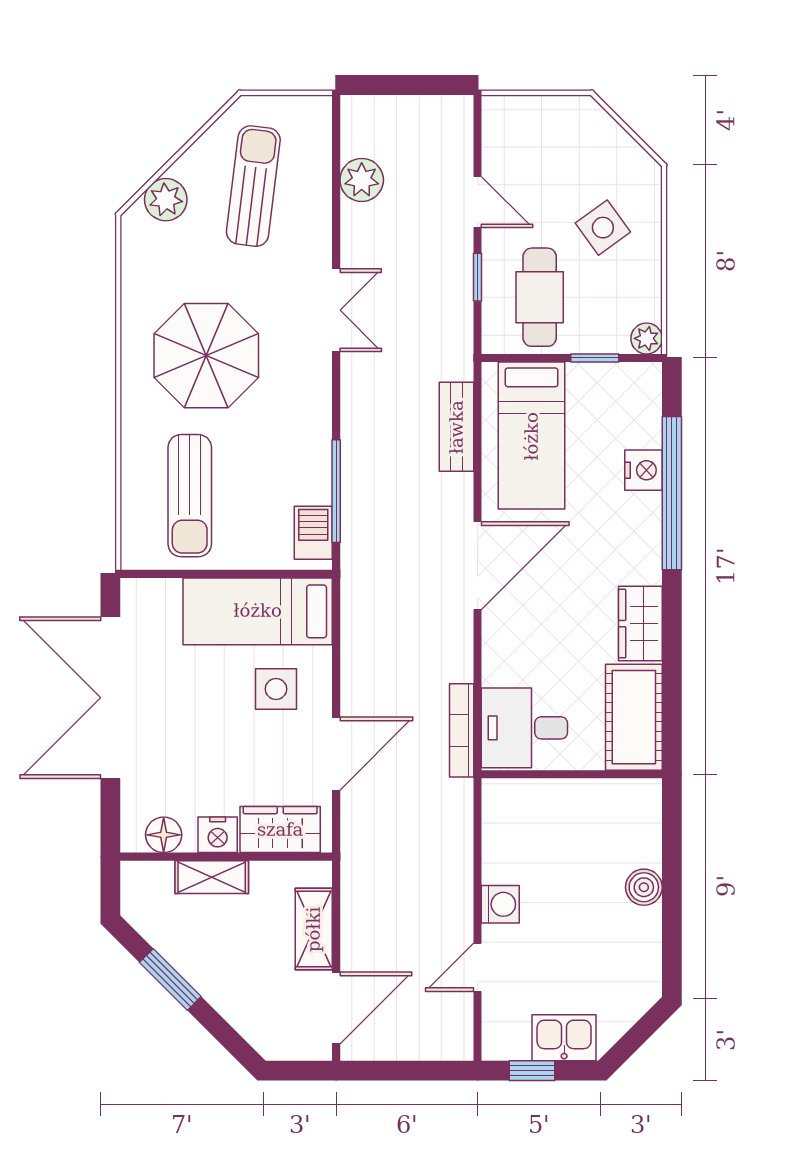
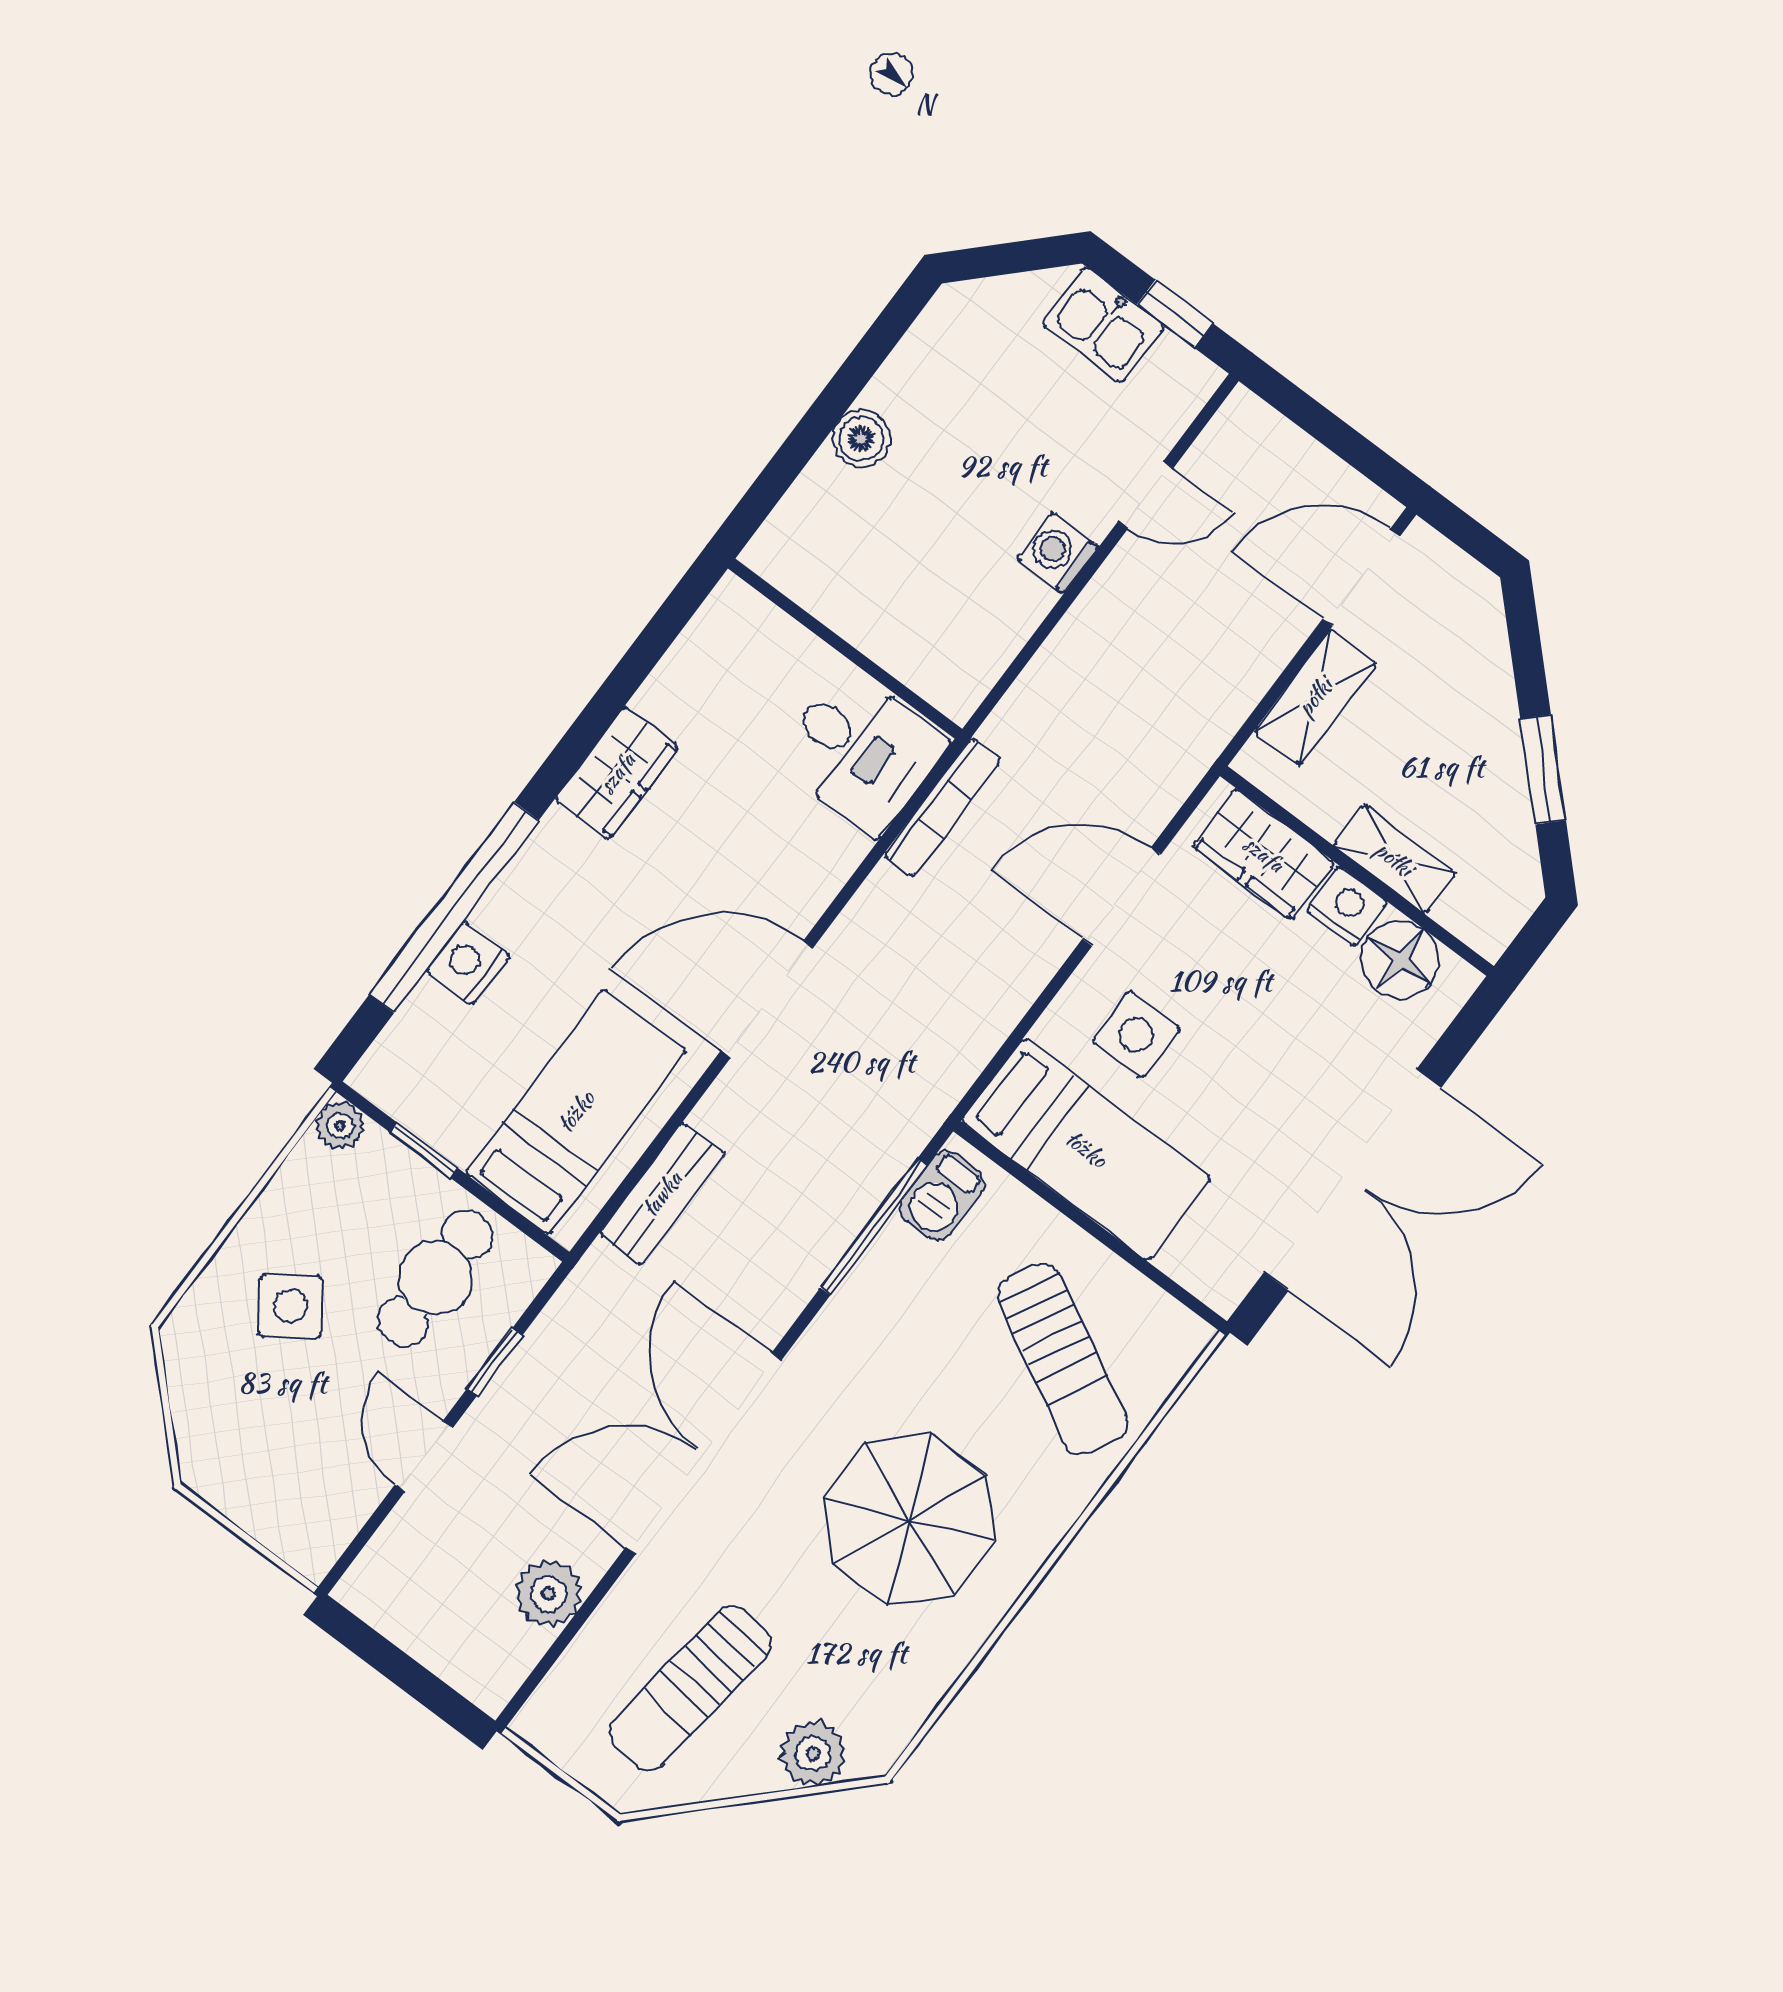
double door: (336, 310) -> (703, 1454), width x1.87
sun lounger: (190, 496) -> (1062, 1359), turned 118
cot: (634, 717) -> (713, 662), removed
floor lamp: (164, 835) -> (1400, 960), width x1.38, depth x1.38

